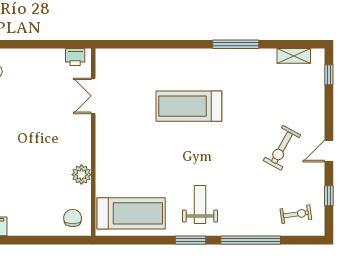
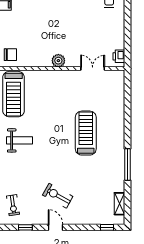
plant: (81, 175) -> (58, 61), moved

